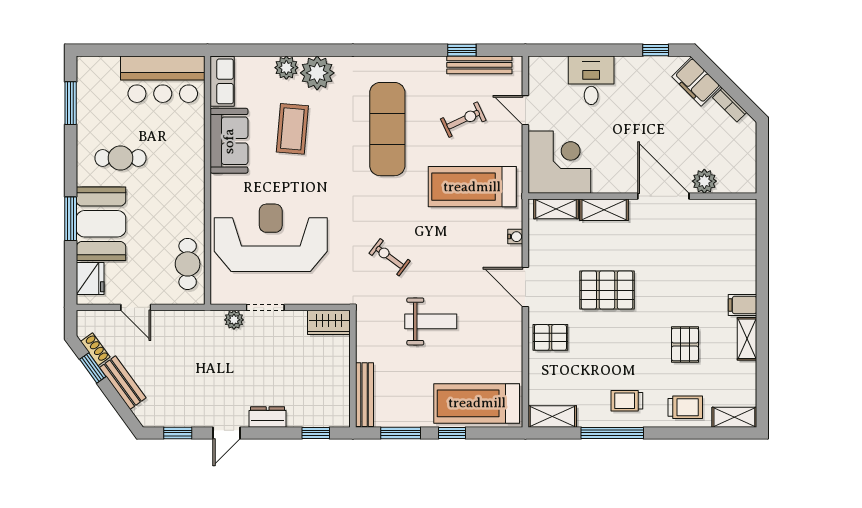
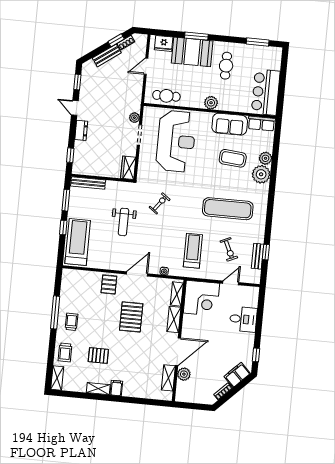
bench: (479, 65) -> (258, 256), width x0.73
plant: (192, 179) -> (211, 103), added
treadmill: (472, 187) -> (193, 251), width x0.73, depth x0.73
shelving: (552, 416) -> (168, 378), moved

